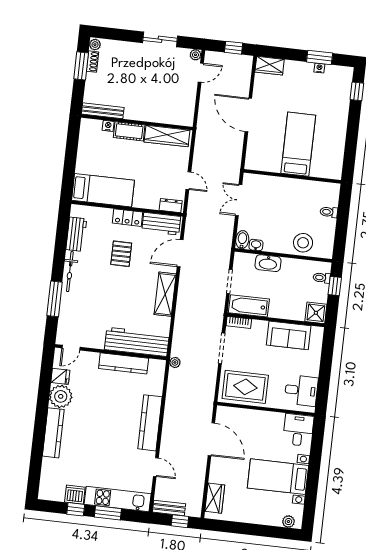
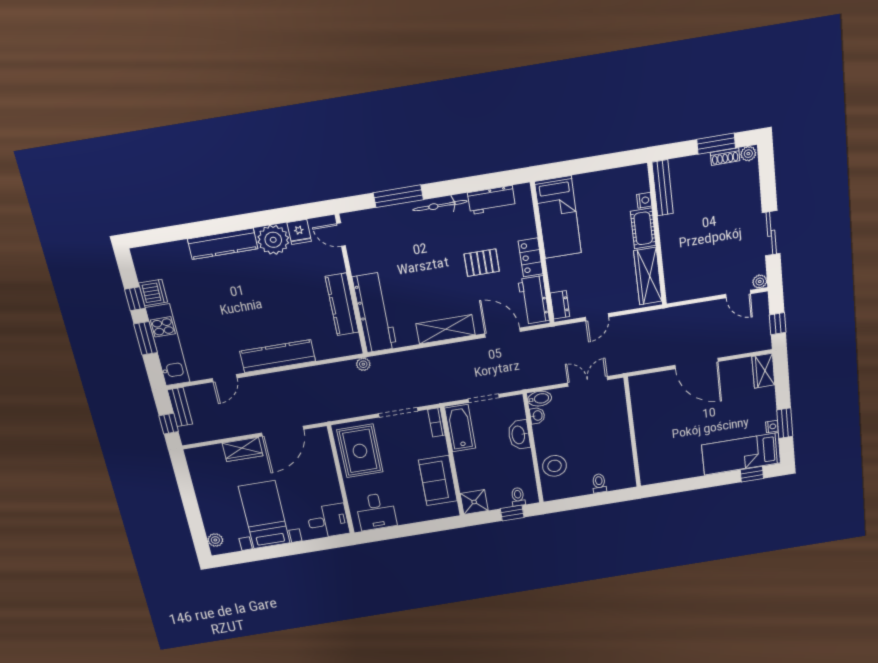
door: (248, 115) -> (697, 363), swing flipped
bed: (298, 144) -> (741, 454), moved, turned 180
wardrobe: (215, 498) -> (243, 449), moved

